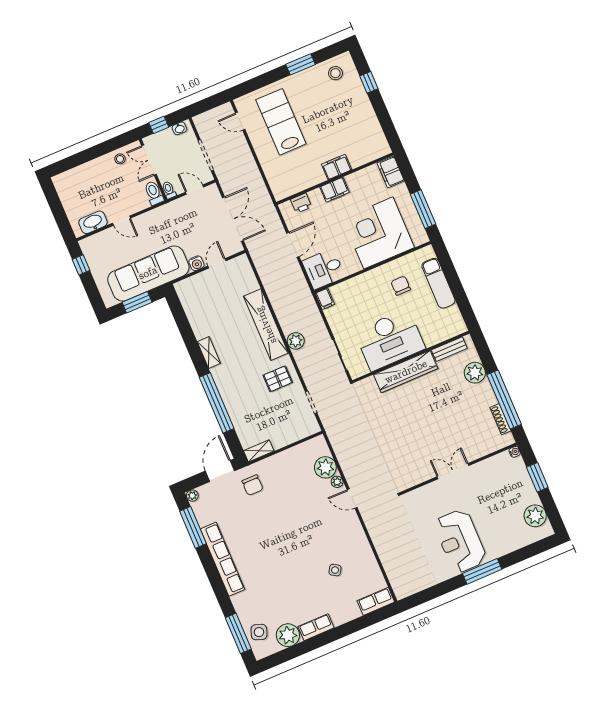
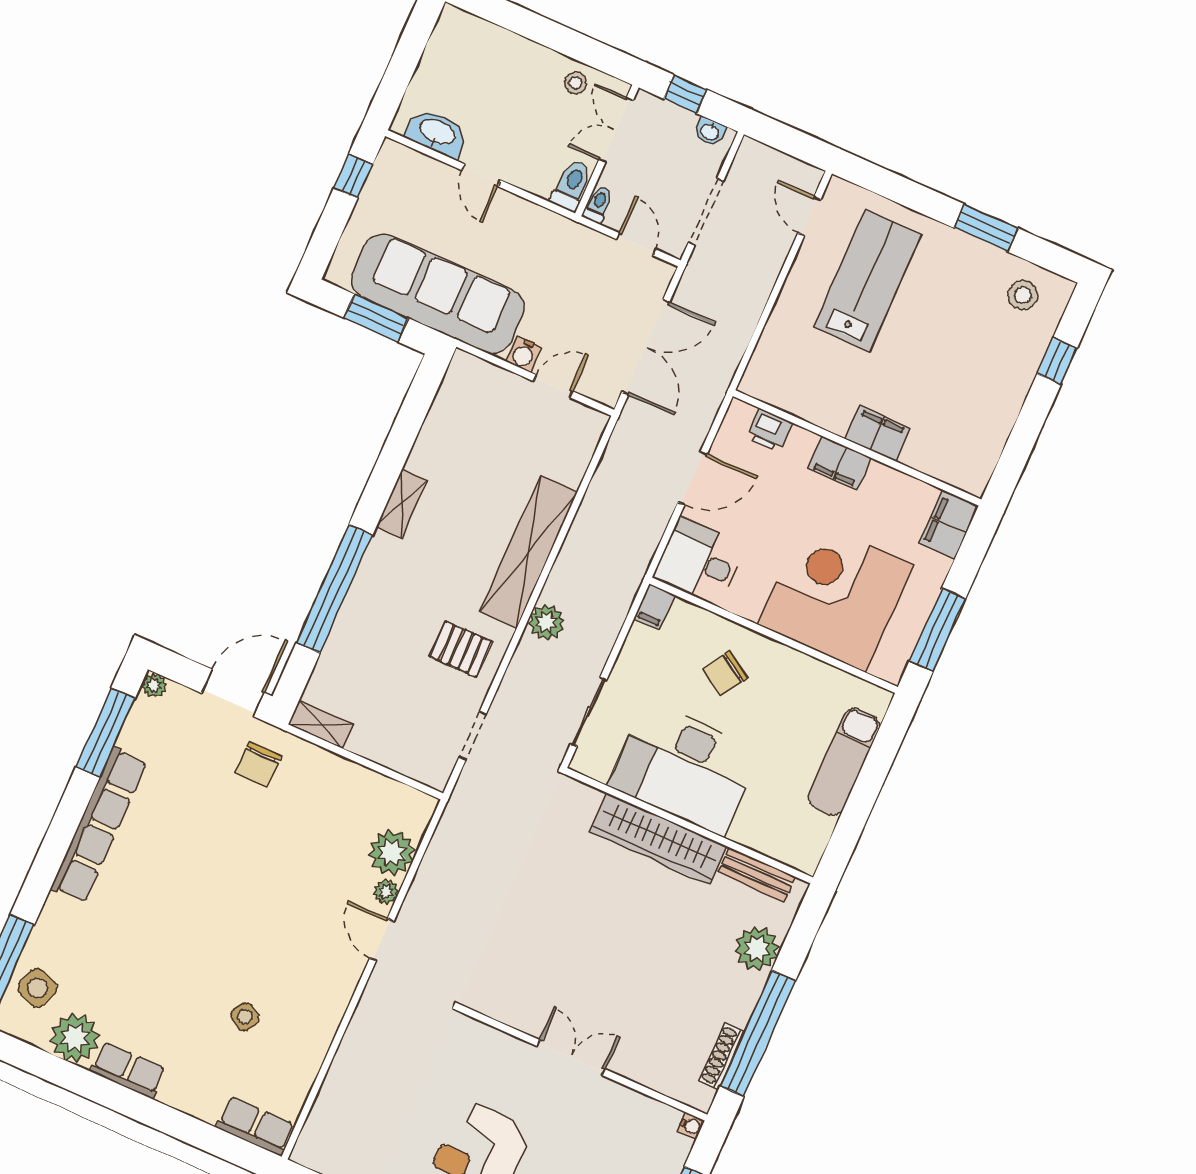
chair: (401, 286) -> (725, 673), moved, turned -148

